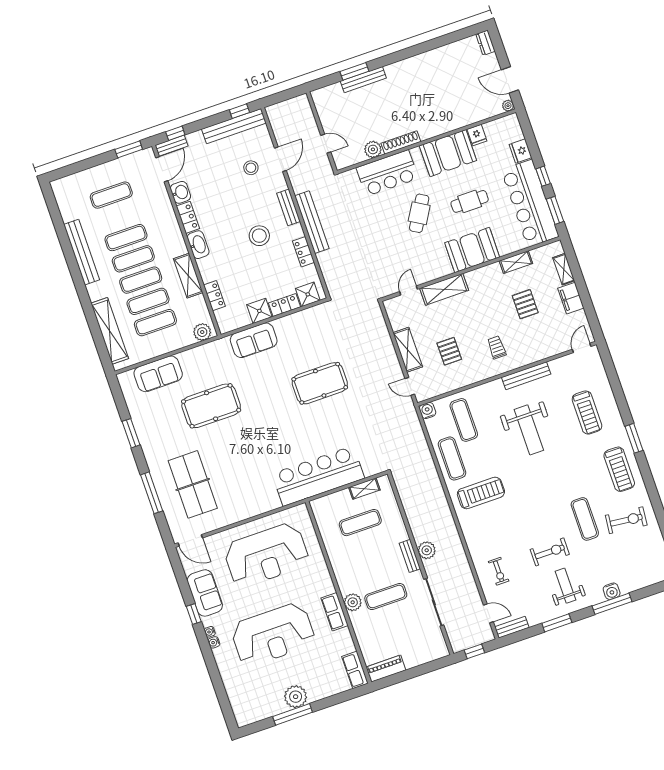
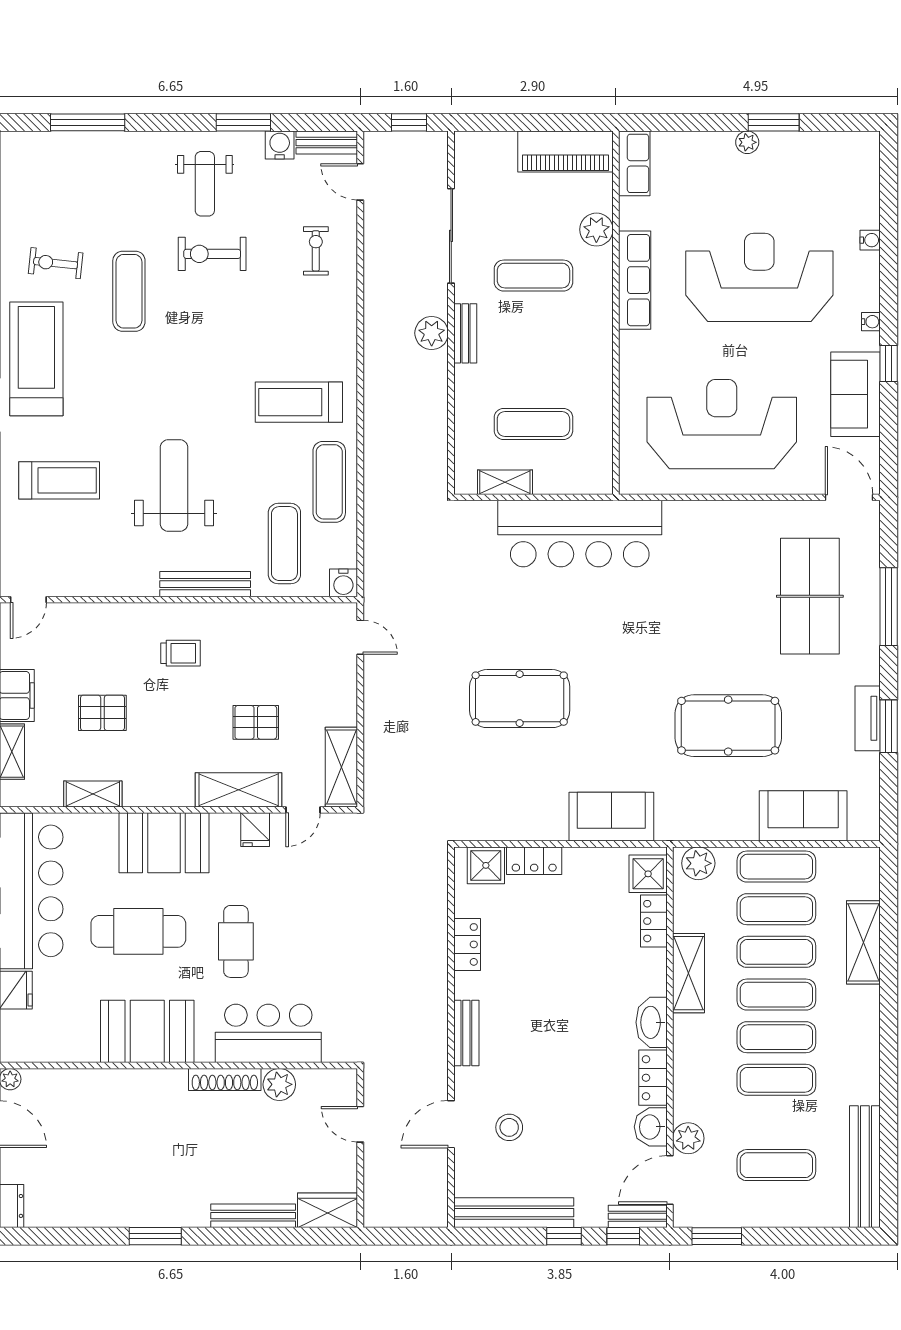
window: (354, 71) -> (155, 1236), moved
wardrobe: (327, 95) -> (328, 1210), added
window: (239, 111) -> (564, 1236), moved
fridge: (477, 135) -> (255, 830), moved, turned 180
plant: (160, 193) -> (688, 1138), added
cafe table: (470, 201) -> (138, 931), width x1.37, depth x1.35
cafe table: (419, 213) -> (236, 941), turned -31
bench: (312, 222) -> (434, 992), removed
stool: (259, 236) -> (536, 1001), removed
bench: (82, 252) -> (865, 1167), moved
pallet: (525, 304) -> (102, 713), turned 90
shower: (259, 311) -> (648, 874), moved
shelving: (110, 331) -> (863, 942), width x0.68
exercise mat: (163, 344) -> (776, 867), added
trolley: (497, 347) -> (180, 653), turned -90
shelving: (408, 350) -> (341, 767), moved
pallet: (449, 351) -> (256, 722), moved, turned 90
bench: (526, 376) -> (205, 584), moved
treadmill: (587, 413) -> (59, 480), turned 90
tv unit: (143, 434) -> (868, 718), added
treadmill: (619, 469) -> (36, 359), width x1.37, depth x1.38
exercise bike: (626, 520) -> (56, 263), width x0.73, depth x0.72
water cooler: (612, 591) -> (280, 145), moved
plant: (353, 602) -> (596, 230), moved
window: (612, 604) -> (88, 122), moved
row of seats: (335, 612) -> (635, 280), width x1.48
water cooler: (214, 642) -> (870, 240), moved
piano: (386, 669) -> (565, 152), width x1.37, depth x1.33
plant: (296, 697) -> (747, 142), width x0.53, depth x0.53
window: (293, 714) -> (774, 122), width x0.69

